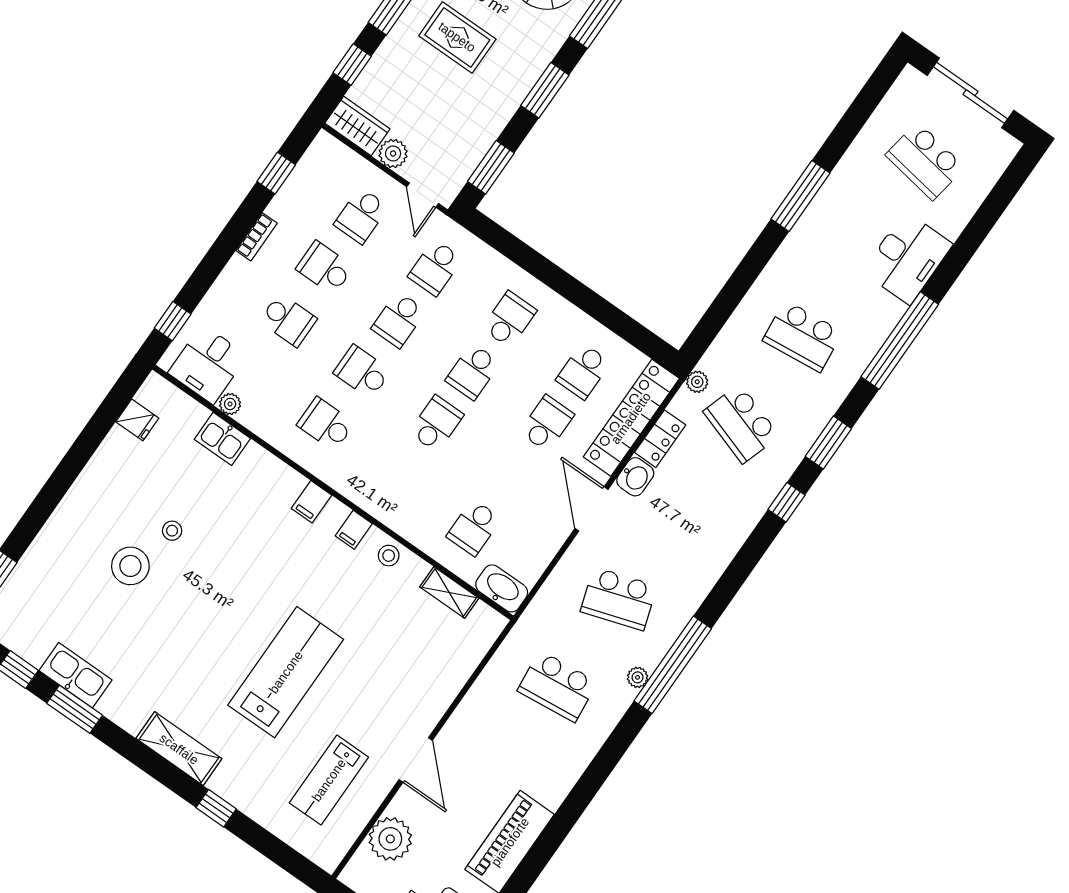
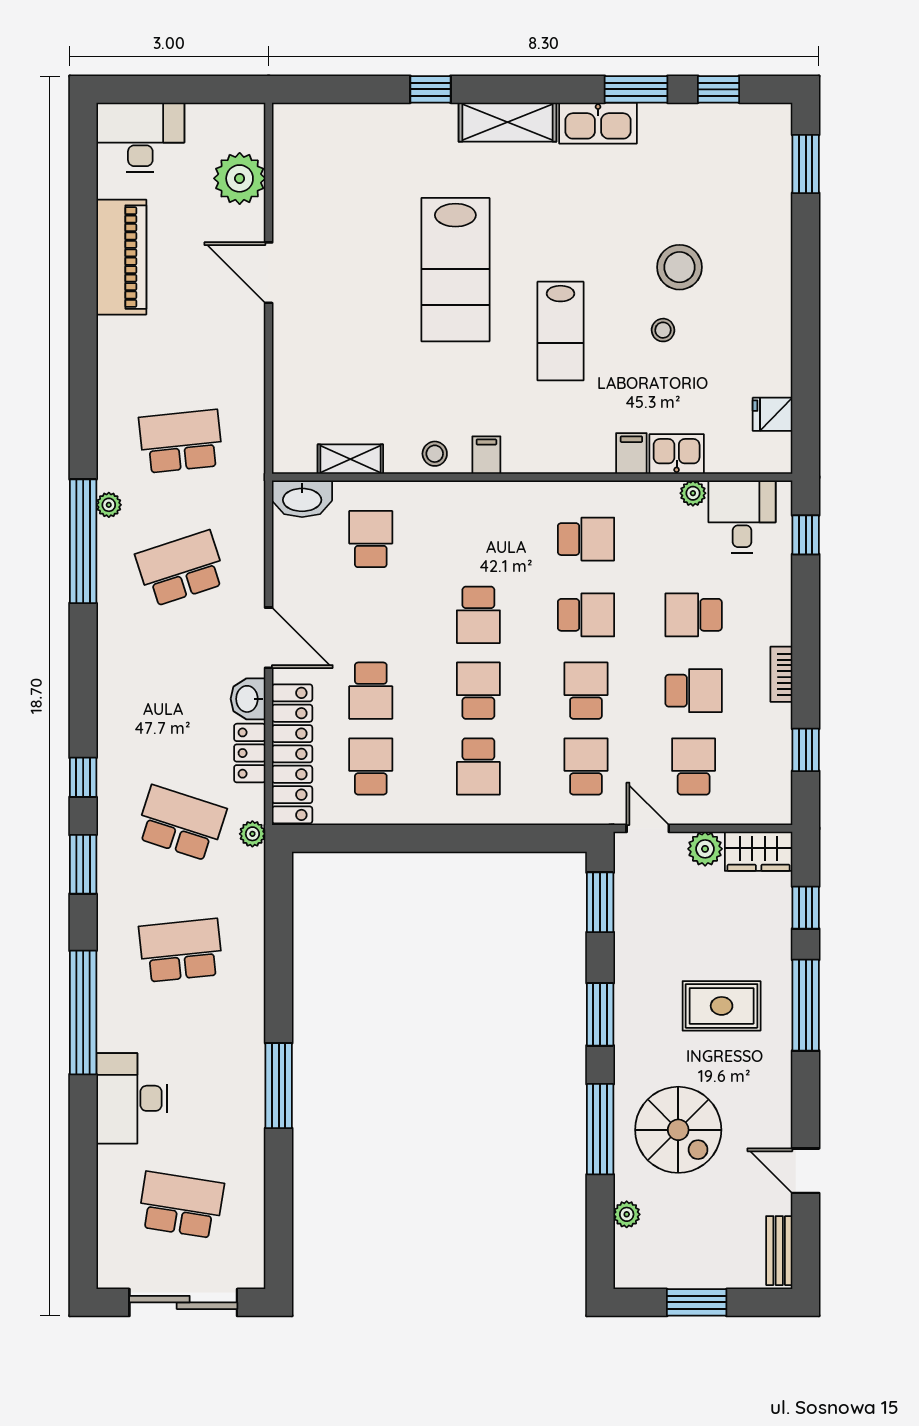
filing cabinet: (311, 502) -> (631, 453), moved
kitchen sink: (75, 675) -> (598, 123), moved
lab bench: (329, 780) -> (560, 331), moved, turned 180

